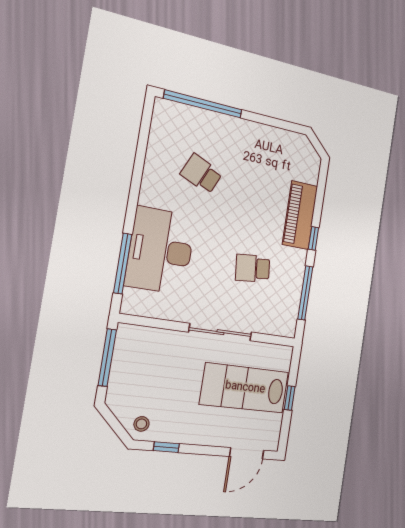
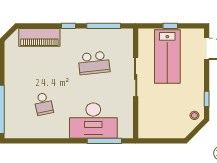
school desk: (201, 174) -> (44, 104), turned -36
piano: (300, 215) -> (39, 37), moved
school desk: (253, 268) -> (94, 63), width x1.85
window: (107, 358) -> (159, 141), removed

